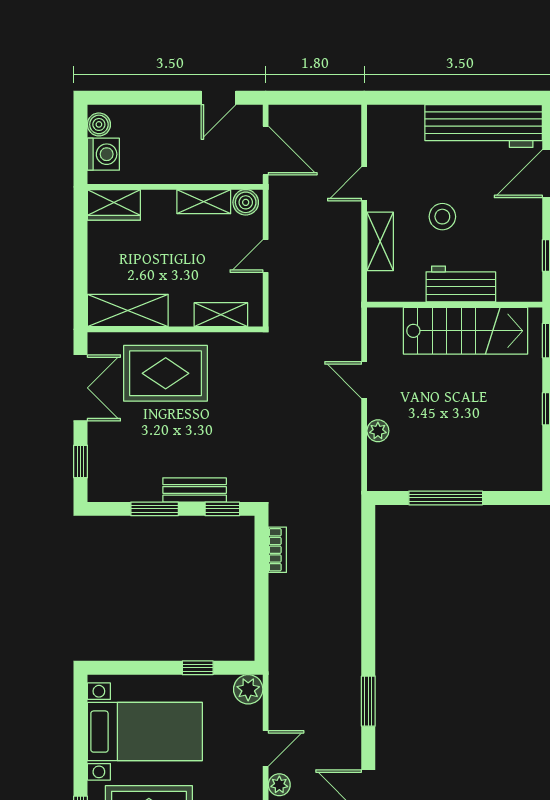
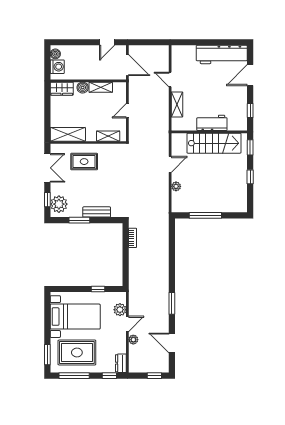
door: (364, 184) -> (170, 80), hinge flipped
boiler: (246, 202) -> (83, 88), moved
stool: (442, 217) -> (204, 94), removed
rug: (166, 373) -> (84, 162), width x0.73, depth x0.70
door: (364, 380) -> (170, 164), swing flipped
plant: (107, 472) -> (59, 204), added
window: (222, 509) -> (109, 220), removed
plant: (248, 689) -> (120, 310), moved

